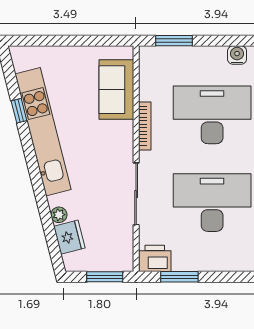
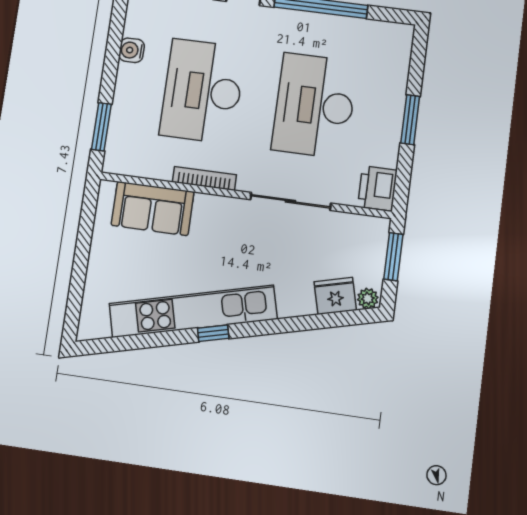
window: (19, 111) -> (213, 333), moved
plant: (59, 215) -> (368, 299), moved
window: (179, 277) -> (410, 120), moved

